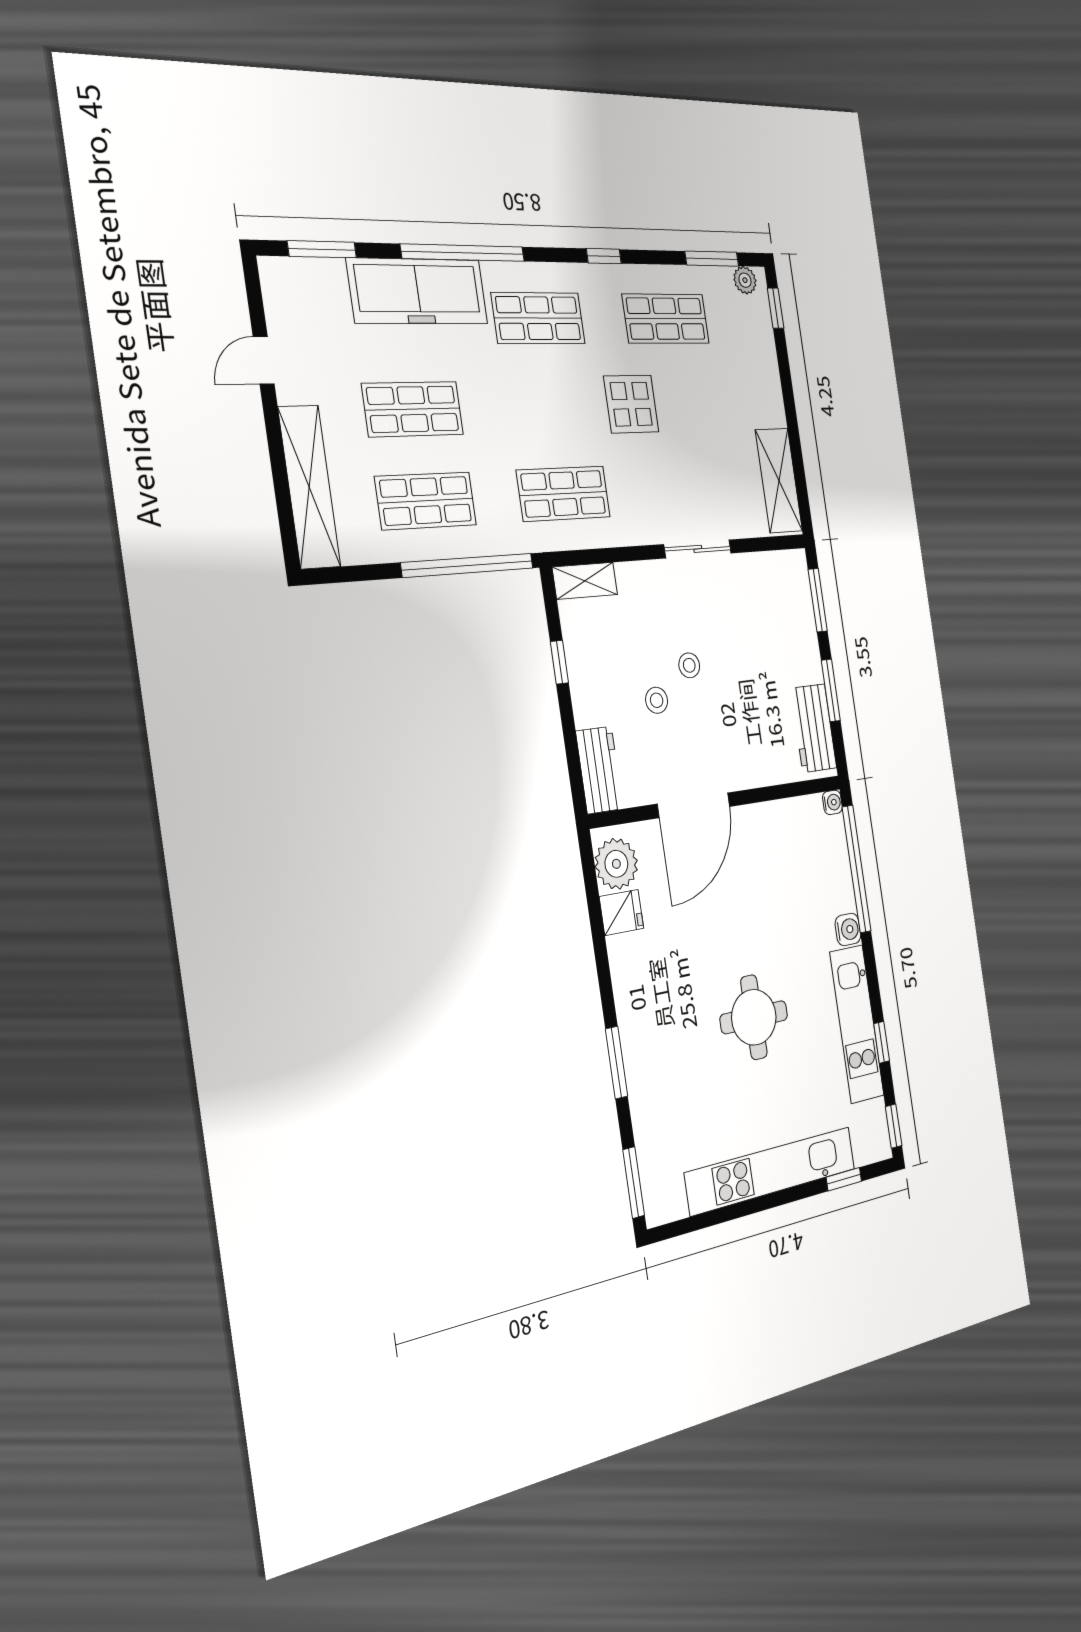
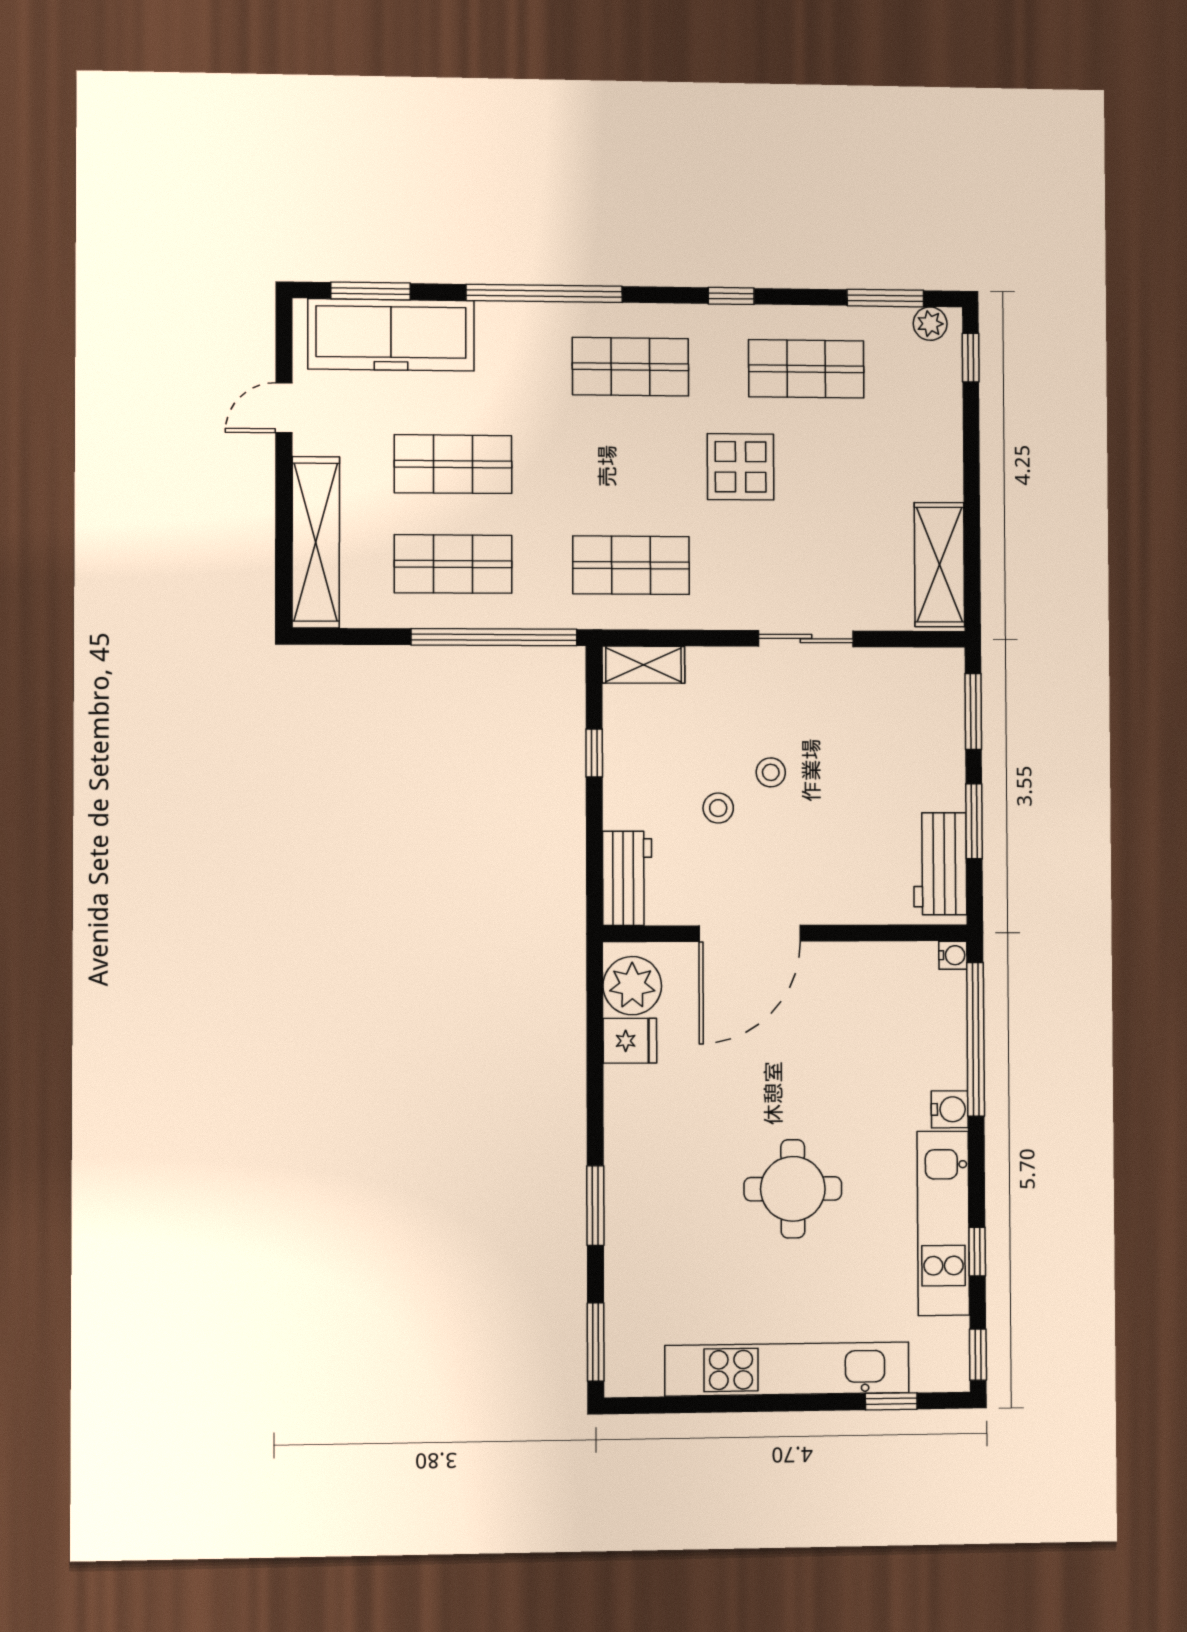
freezer: (418, 291) -> (391, 335), moved

